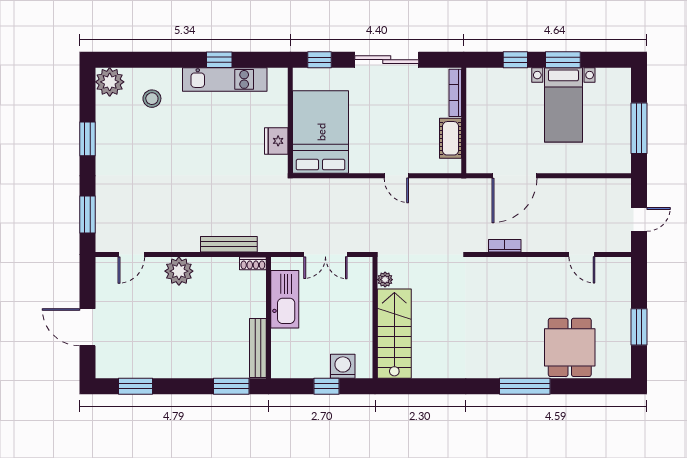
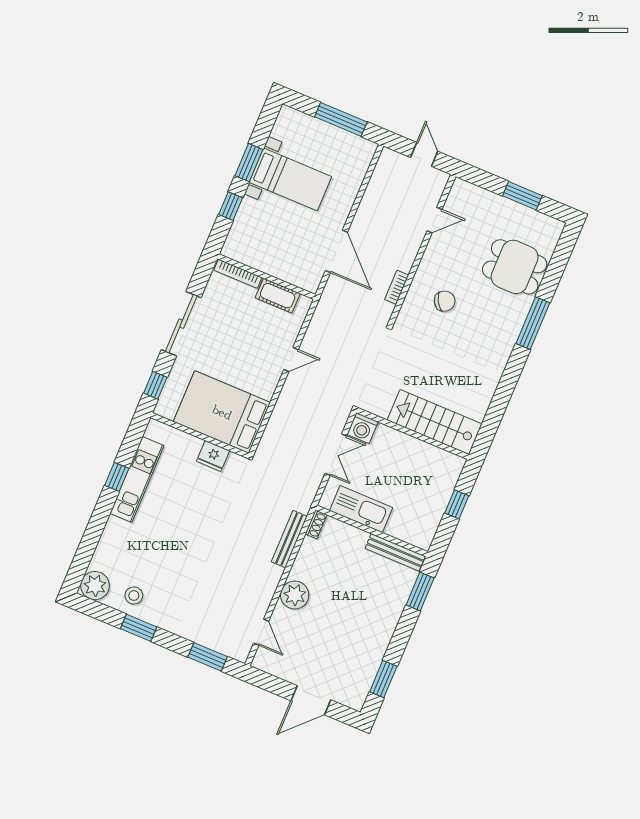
stool: (152, 99) -> (134, 595), moved
plant: (385, 280) -> (382, 410), removed
chair: (511, 296) -> (445, 301), added
washing machine: (343, 366) -> (363, 428), moved, turned -90

